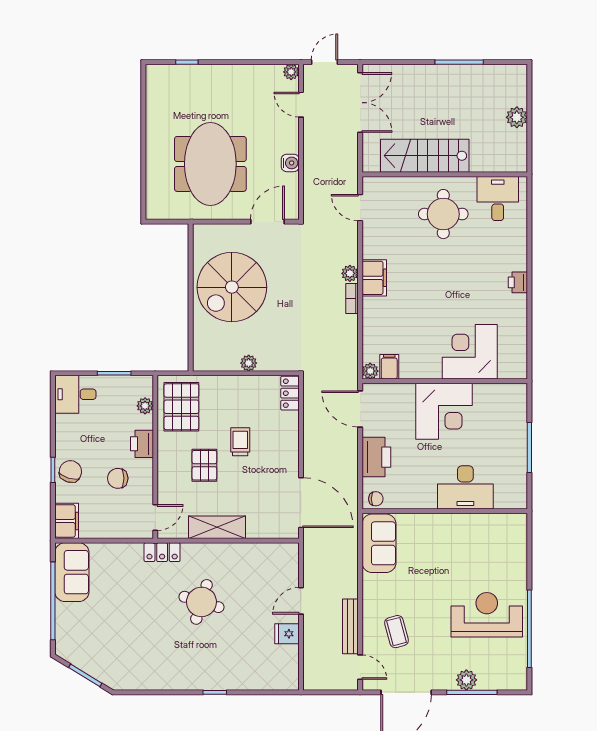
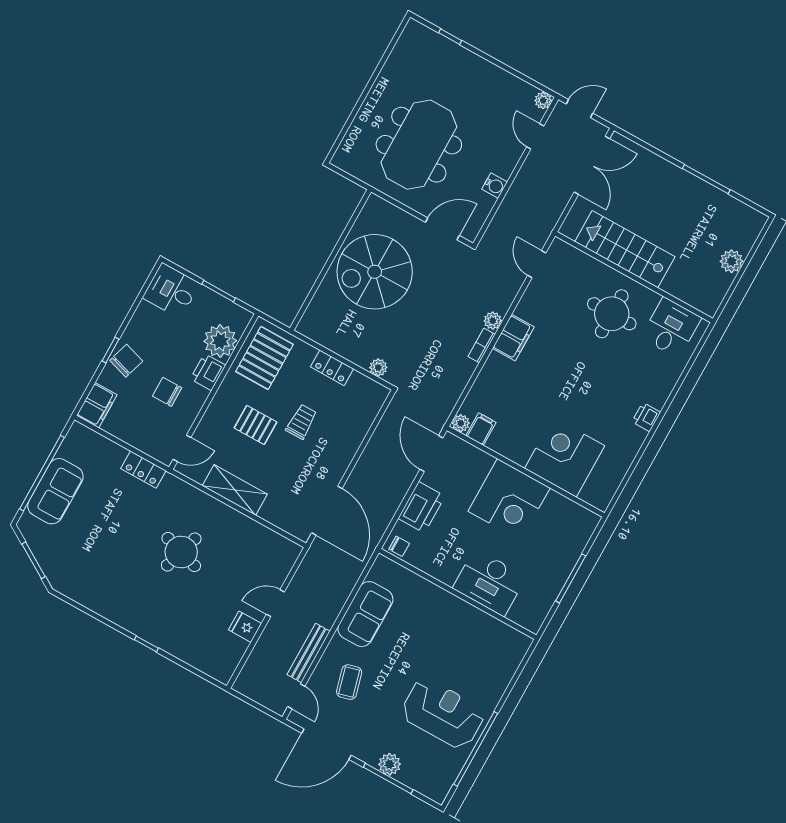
plant: (249, 363) -> (378, 367), moved
locker: (290, 393) -> (332, 368), moved, turned -90
plant: (145, 406) -> (220, 341), width x1.88, depth x1.88
pallet: (204, 465) -> (256, 425), turned 90
sofa: (379, 543) -> (365, 614), moved
locker: (162, 552) -> (143, 470), moved
sofa: (72, 572) -> (55, 491), moved

